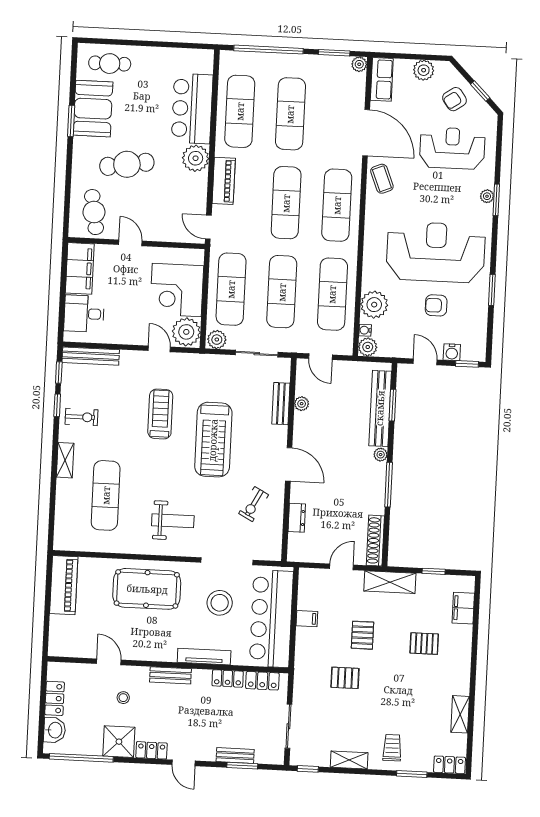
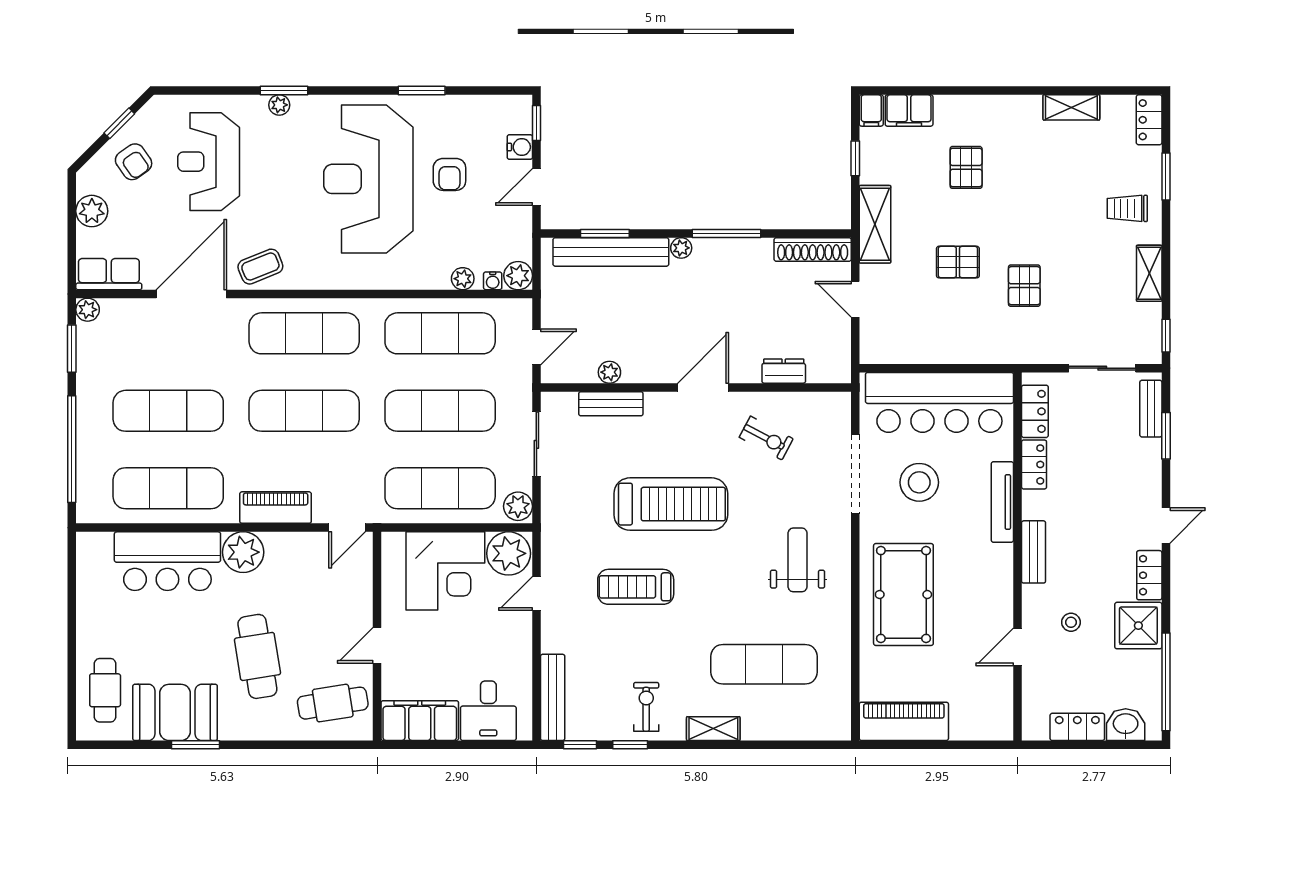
plant: (374, 305) -> (463, 279), width x0.53, depth x0.53
filing cabinet: (307, 619) -> (871, 110), moved, turned 180
bench: (235, 755) -> (1151, 409), moved

